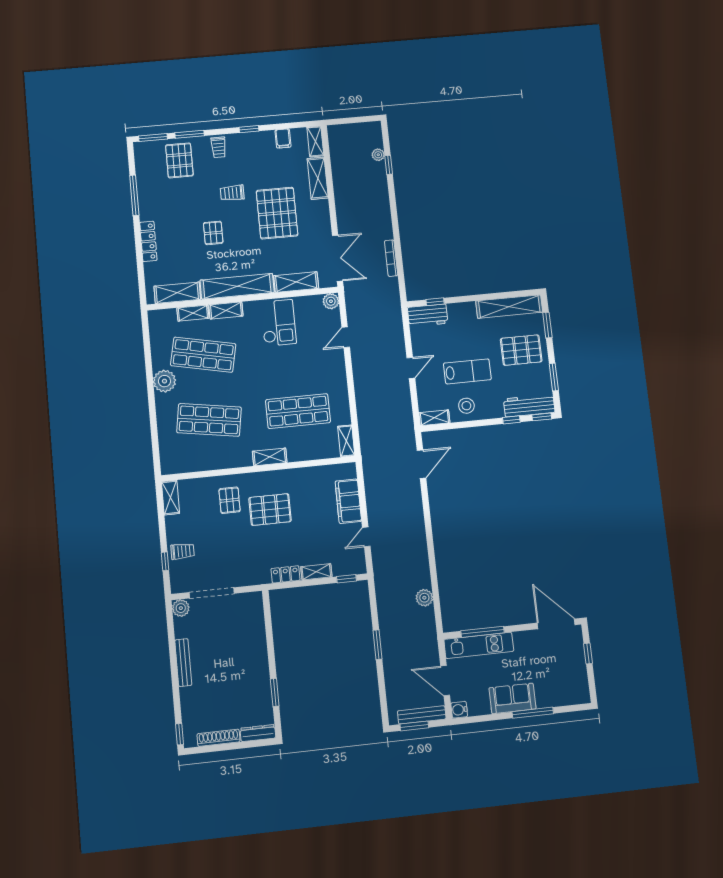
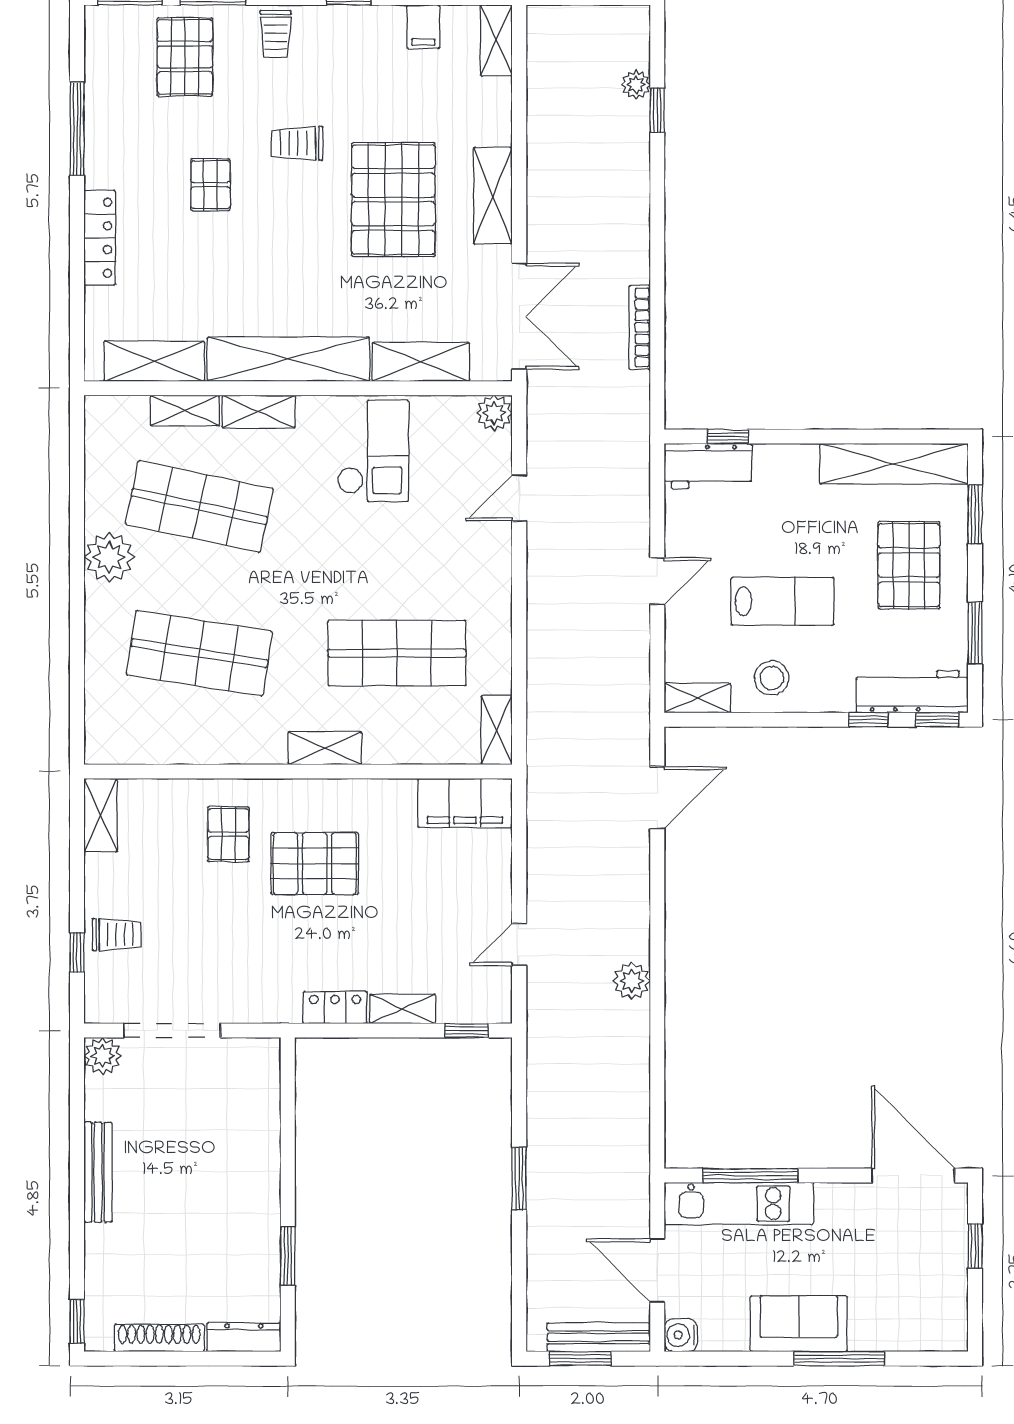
shelving: (318, 178) -> (493, 196), moved
pallet: (213, 233) -> (210, 185), moved
pallet: (521, 350) -> (909, 565), turned 90
filing cabinet: (348, 501) -> (465, 803), moved, turned -90
plant: (424, 598) -> (632, 981), moved

